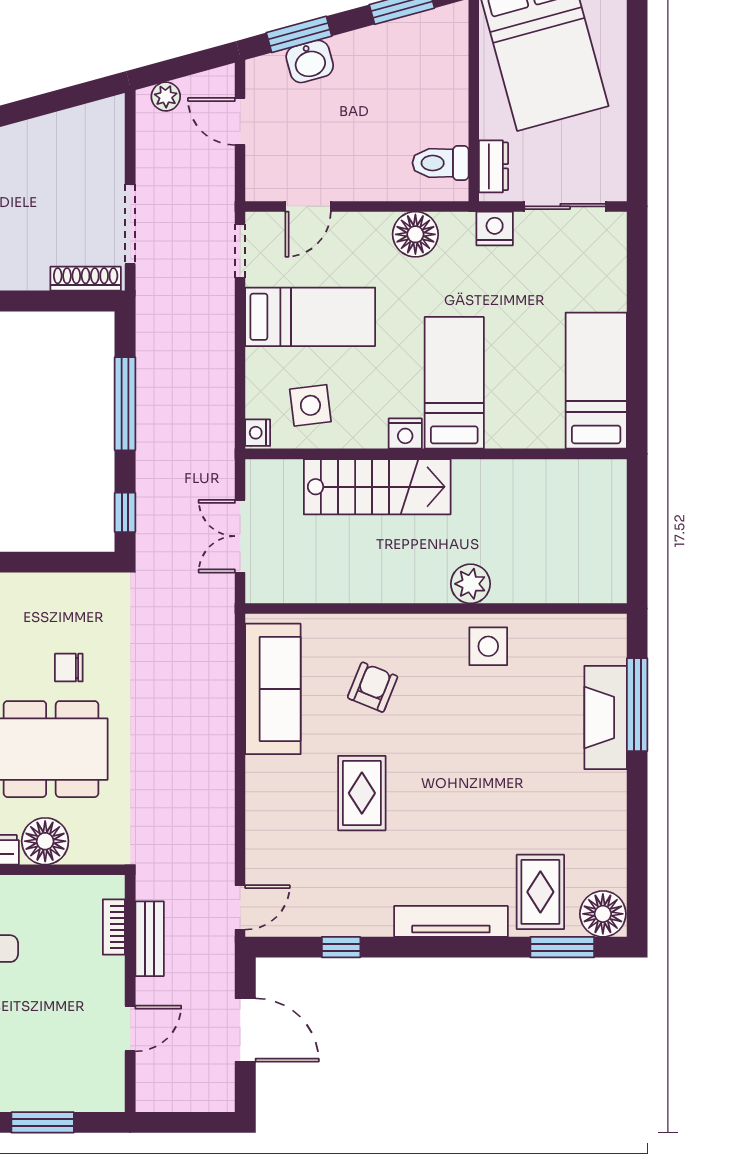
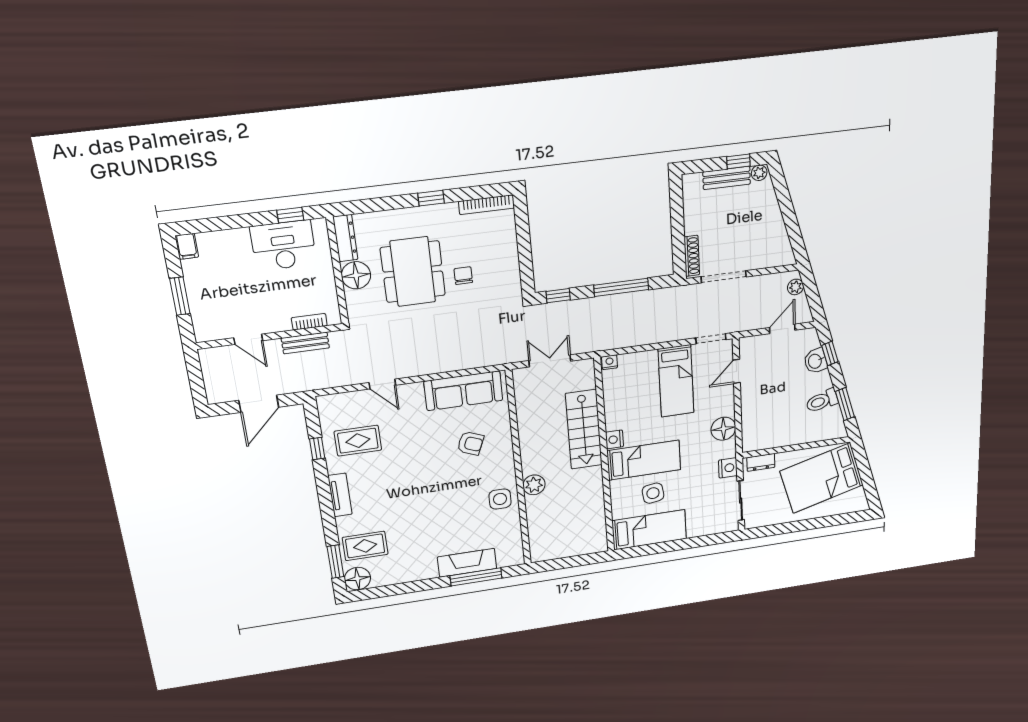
window: (299, 34) -> (830, 353), width x0.67
toilet: (441, 163) -> (822, 401), moved, turned -105
door: (308, 206) -> (737, 371), hinge flipped
side table: (310, 405) -> (653, 493), moved
rug: (362, 793) -> (358, 441), moved
door: (240, 907) -> (382, 384), moved
tv unit: (451, 921) -> (340, 495), width x0.71

